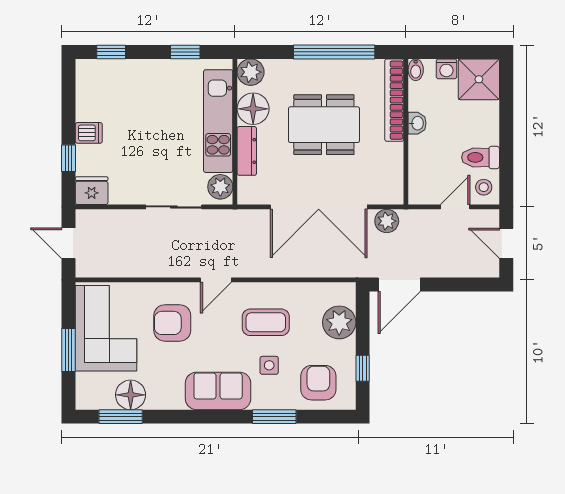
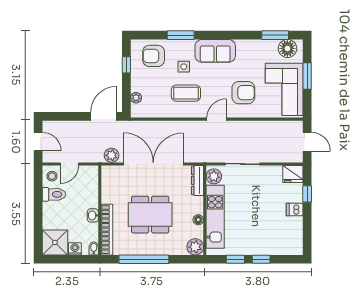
window: (111, 52) -> (261, 259), moved
floor lamp: (253, 109) -> (198, 220), width x0.53, depth x0.53
dresser: (247, 151) -> (198, 180), moved
plant: (339, 322) -> (136, 98), width x0.53, depth x0.53
armchair: (318, 383) -> (154, 56), turned 90
floor lamp: (131, 395) -> (287, 48), moved

